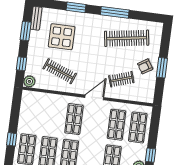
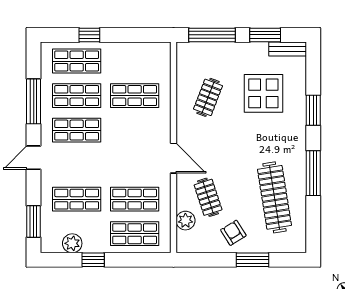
window: (21, 64) -> (212, 35), width x2.17
window: (162, 68) -> (252, 260), moved
clothes rail: (60, 71) -> (208, 97), width x0.73
plant: (29, 81) -> (185, 221), moved
shop shelf: (74, 119) -> (135, 96), moved

